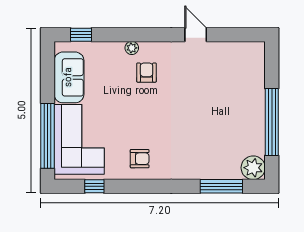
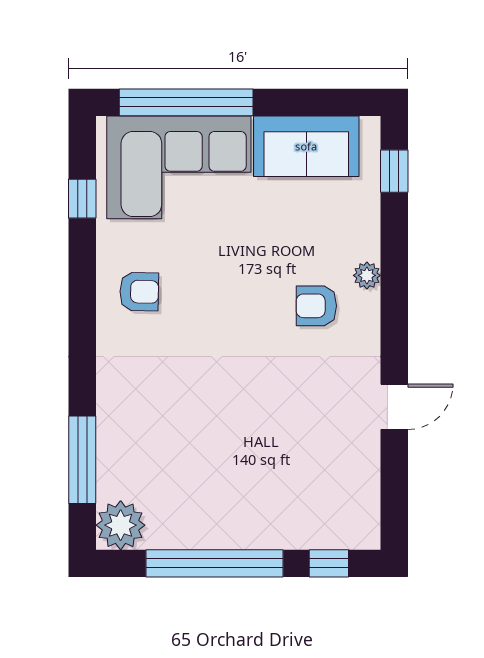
window: (272, 66) -> (329, 563), added
armchair: (147, 73) -> (316, 306), turned 180
armchair: (140, 159) -> (139, 292), turned -89

